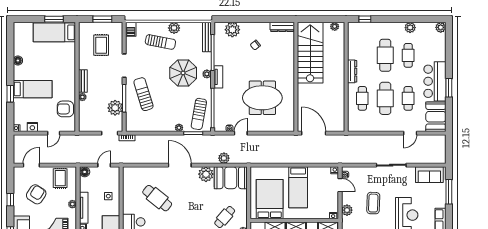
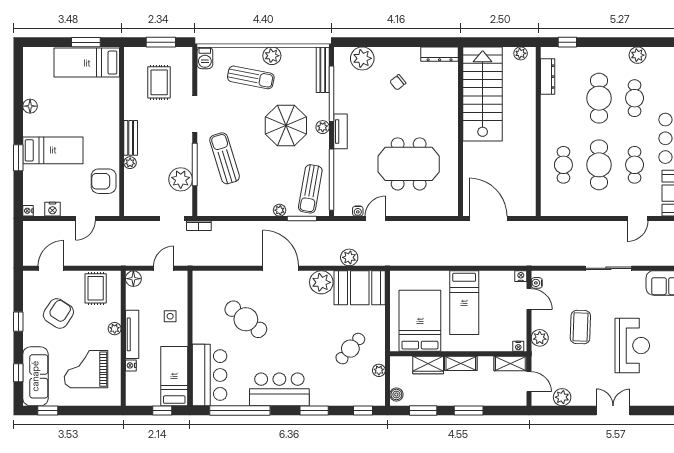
dresser: (352, 71) -> (548, 77), moved

